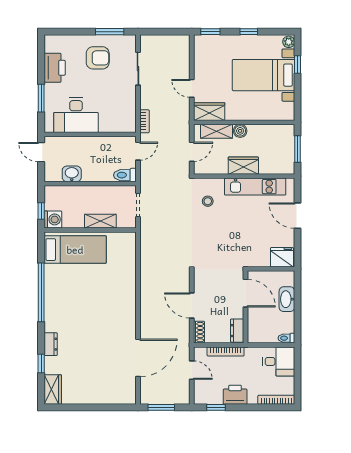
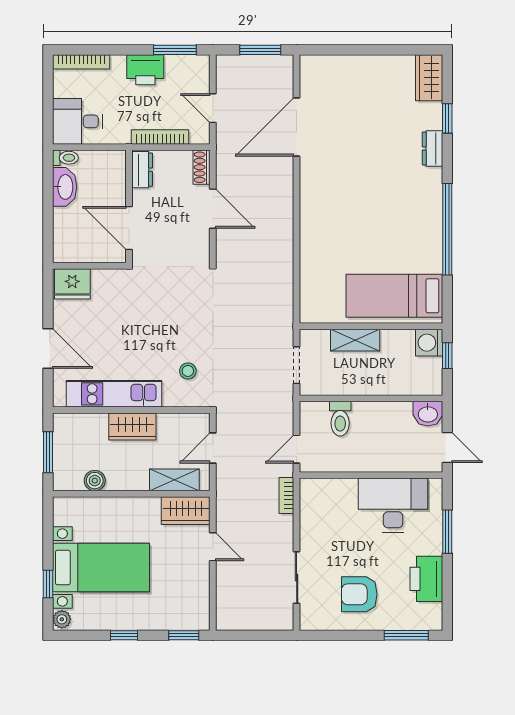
window: (110, 32) -> (406, 635), moved
boiler: (240, 131) -> (95, 481), moved
washbasin: (72, 174) -> (428, 414), moved
toilet: (125, 175) -> (340, 419), moved, turned 90
washbasin: (287, 299) -> (65, 187), moved
window: (216, 407) -> (175, 50), width x1.50

